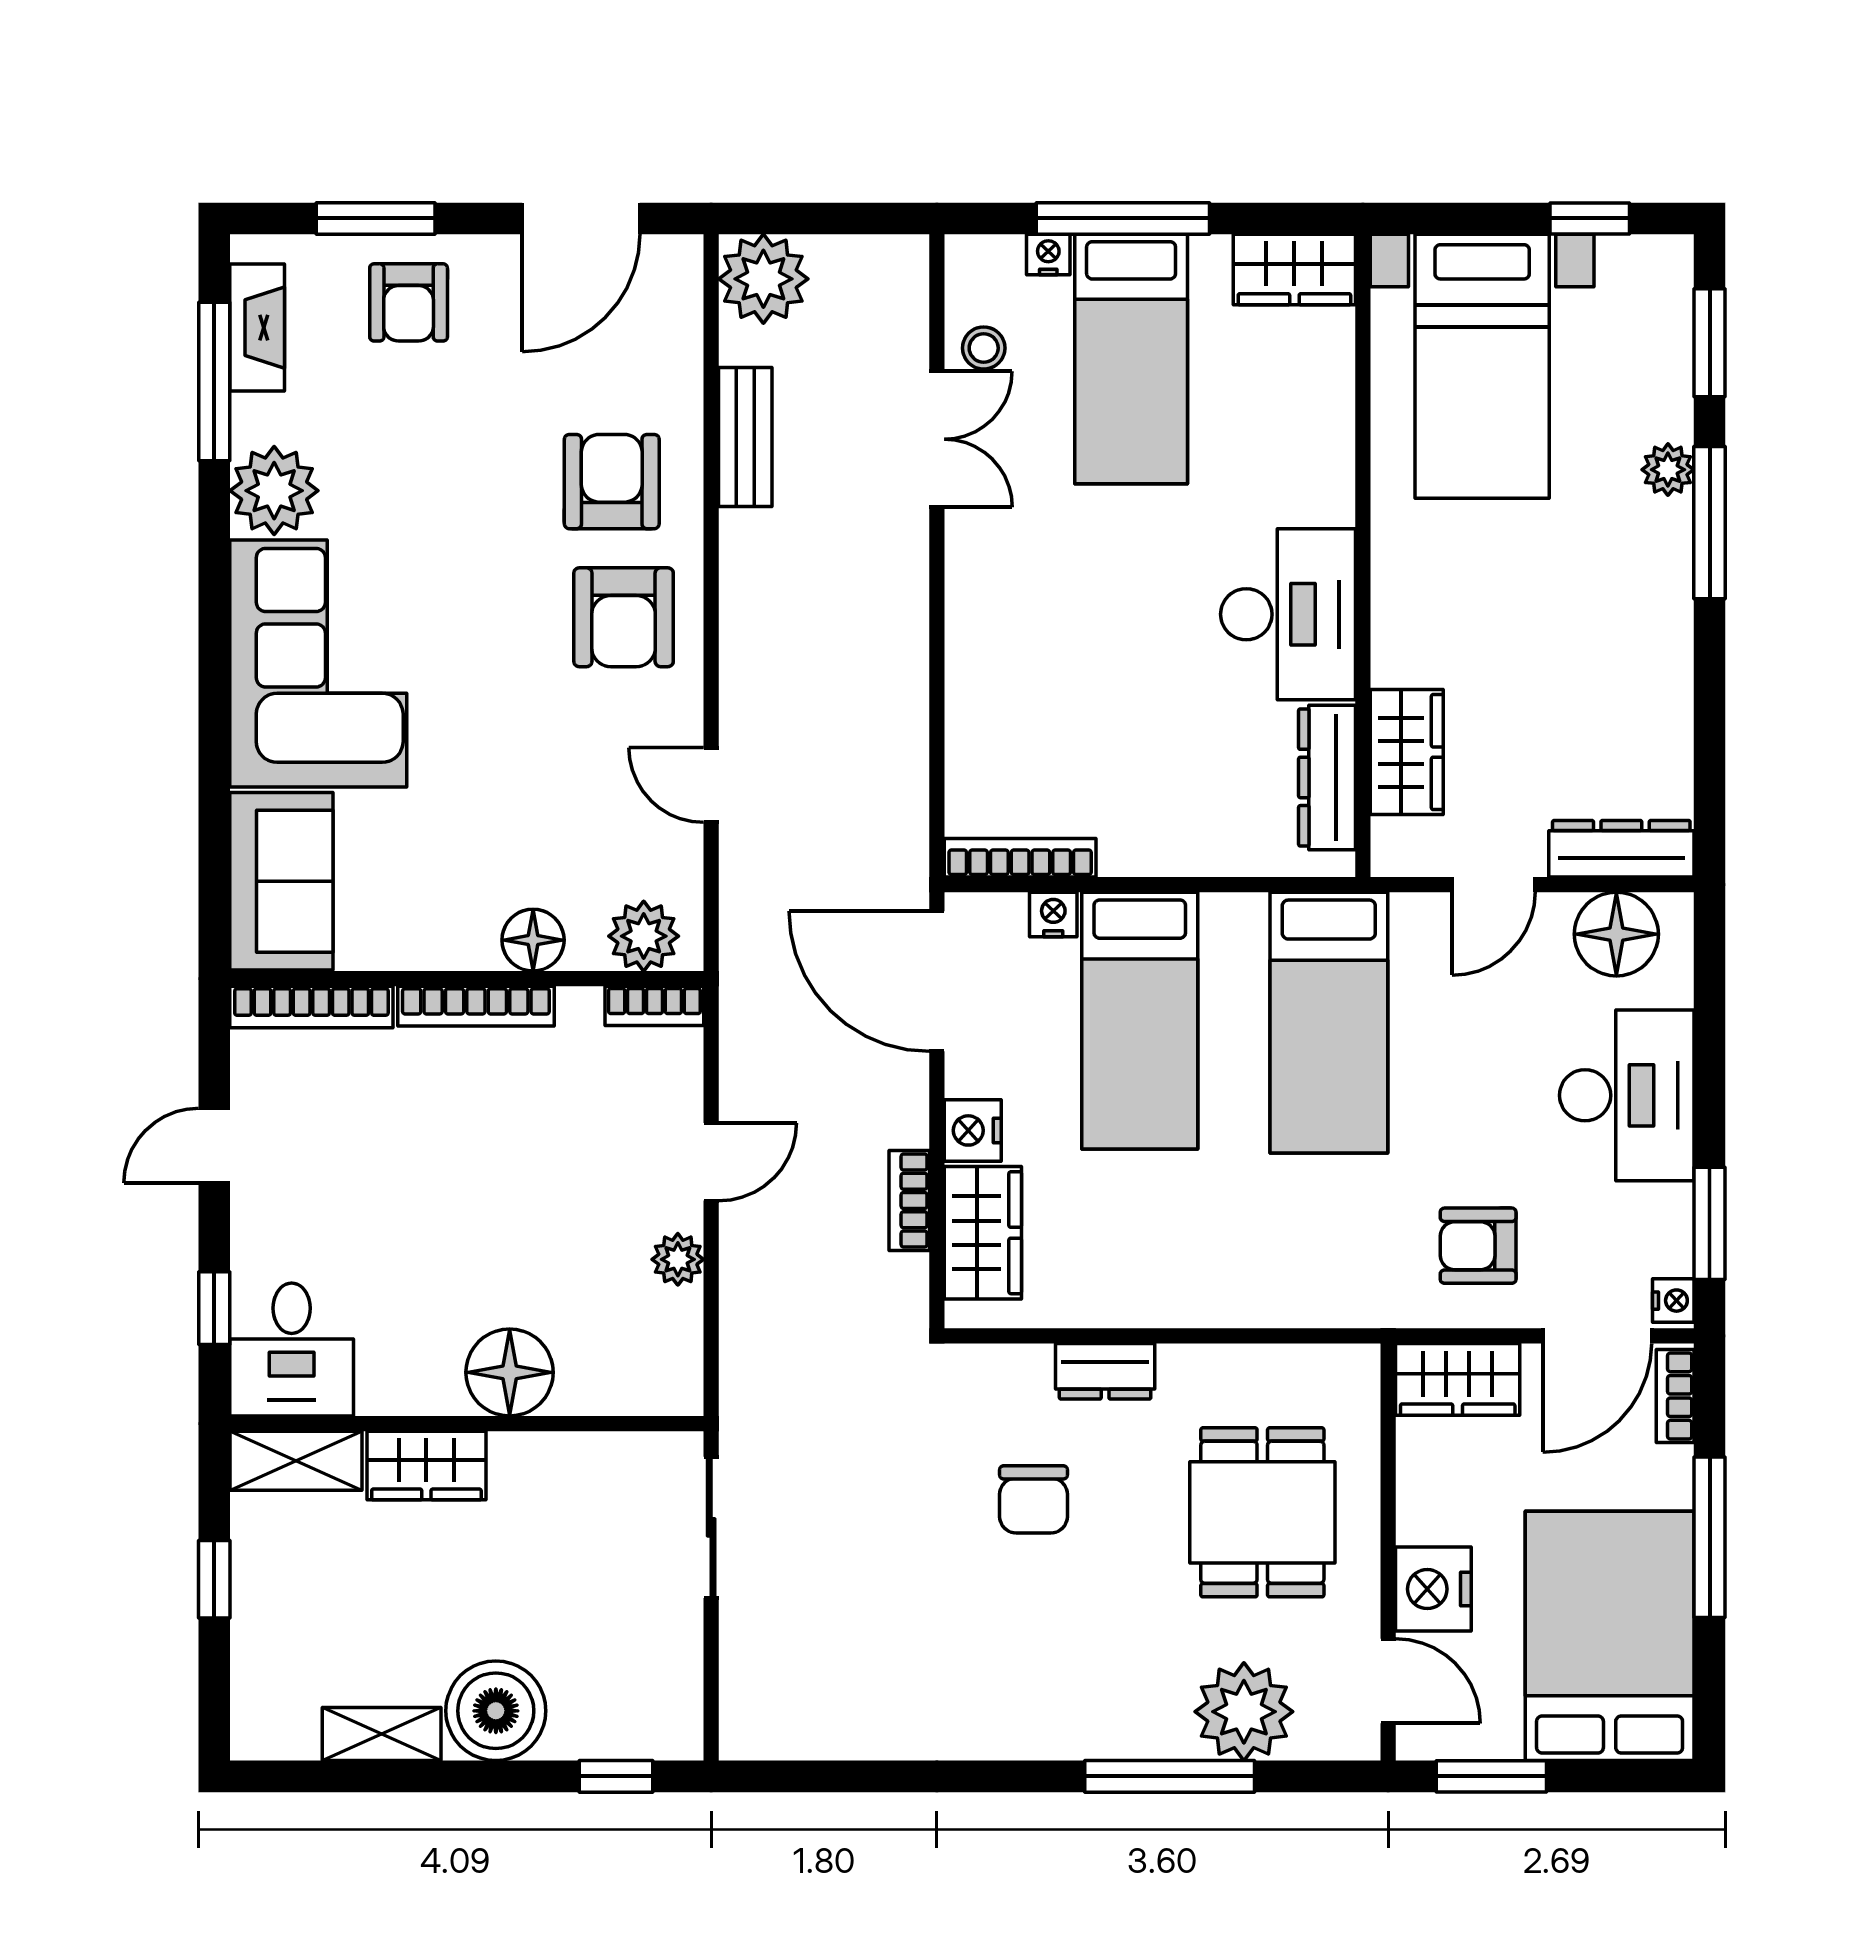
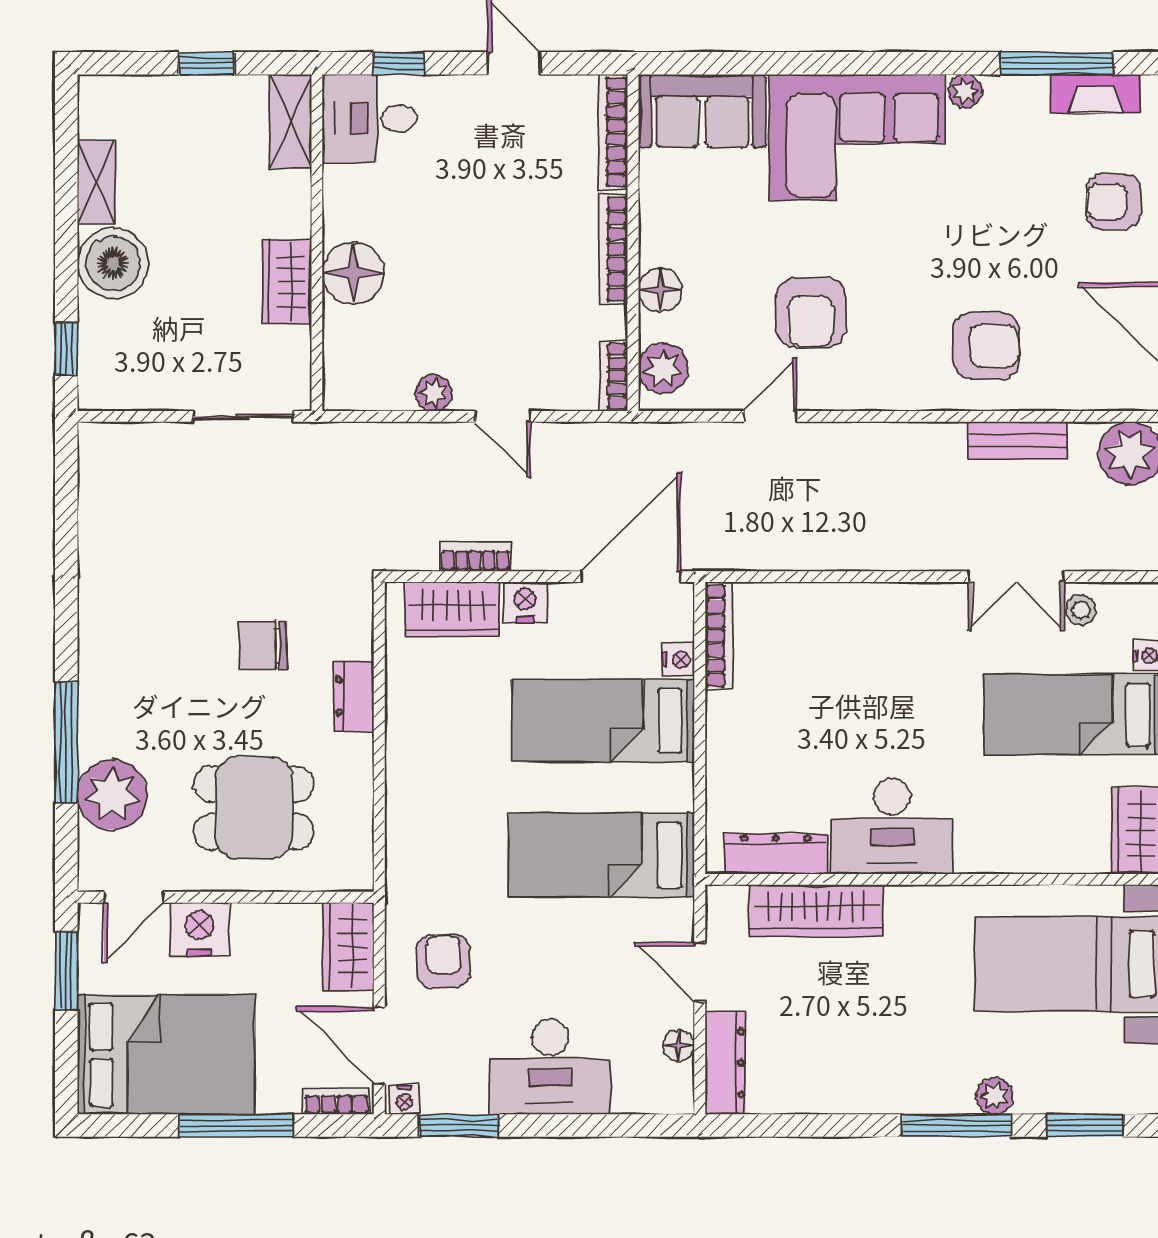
plant: (274, 491) -> (965, 91), width x0.53, depth x0.53
armchair: (624, 617) -> (811, 313), moved, turned -90
wardrobe: (1407, 752) -> (816, 911), width x1.50
floor lamp: (1616, 934) -> (679, 1045), width x0.53, depth x0.53
wardrobe: (426, 1466) -> (287, 282), moved

